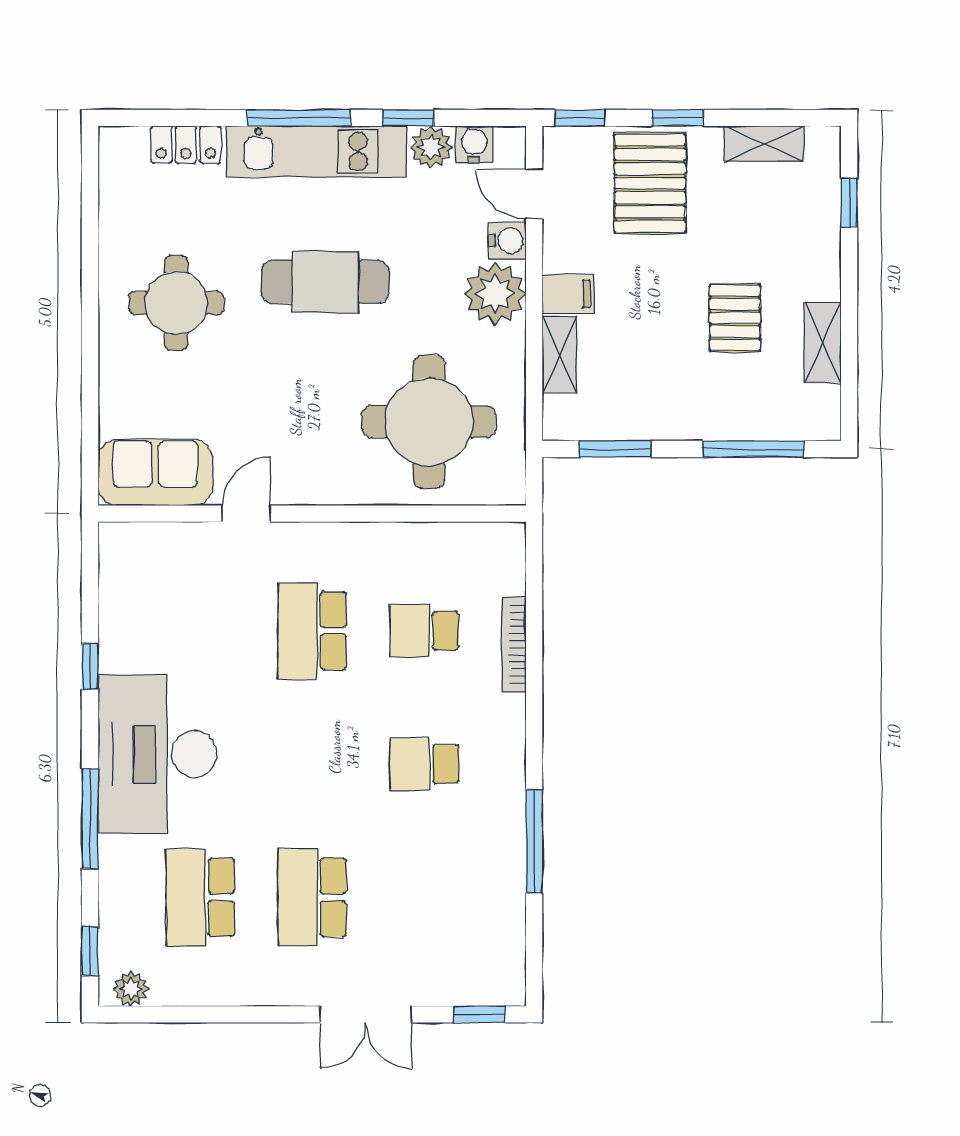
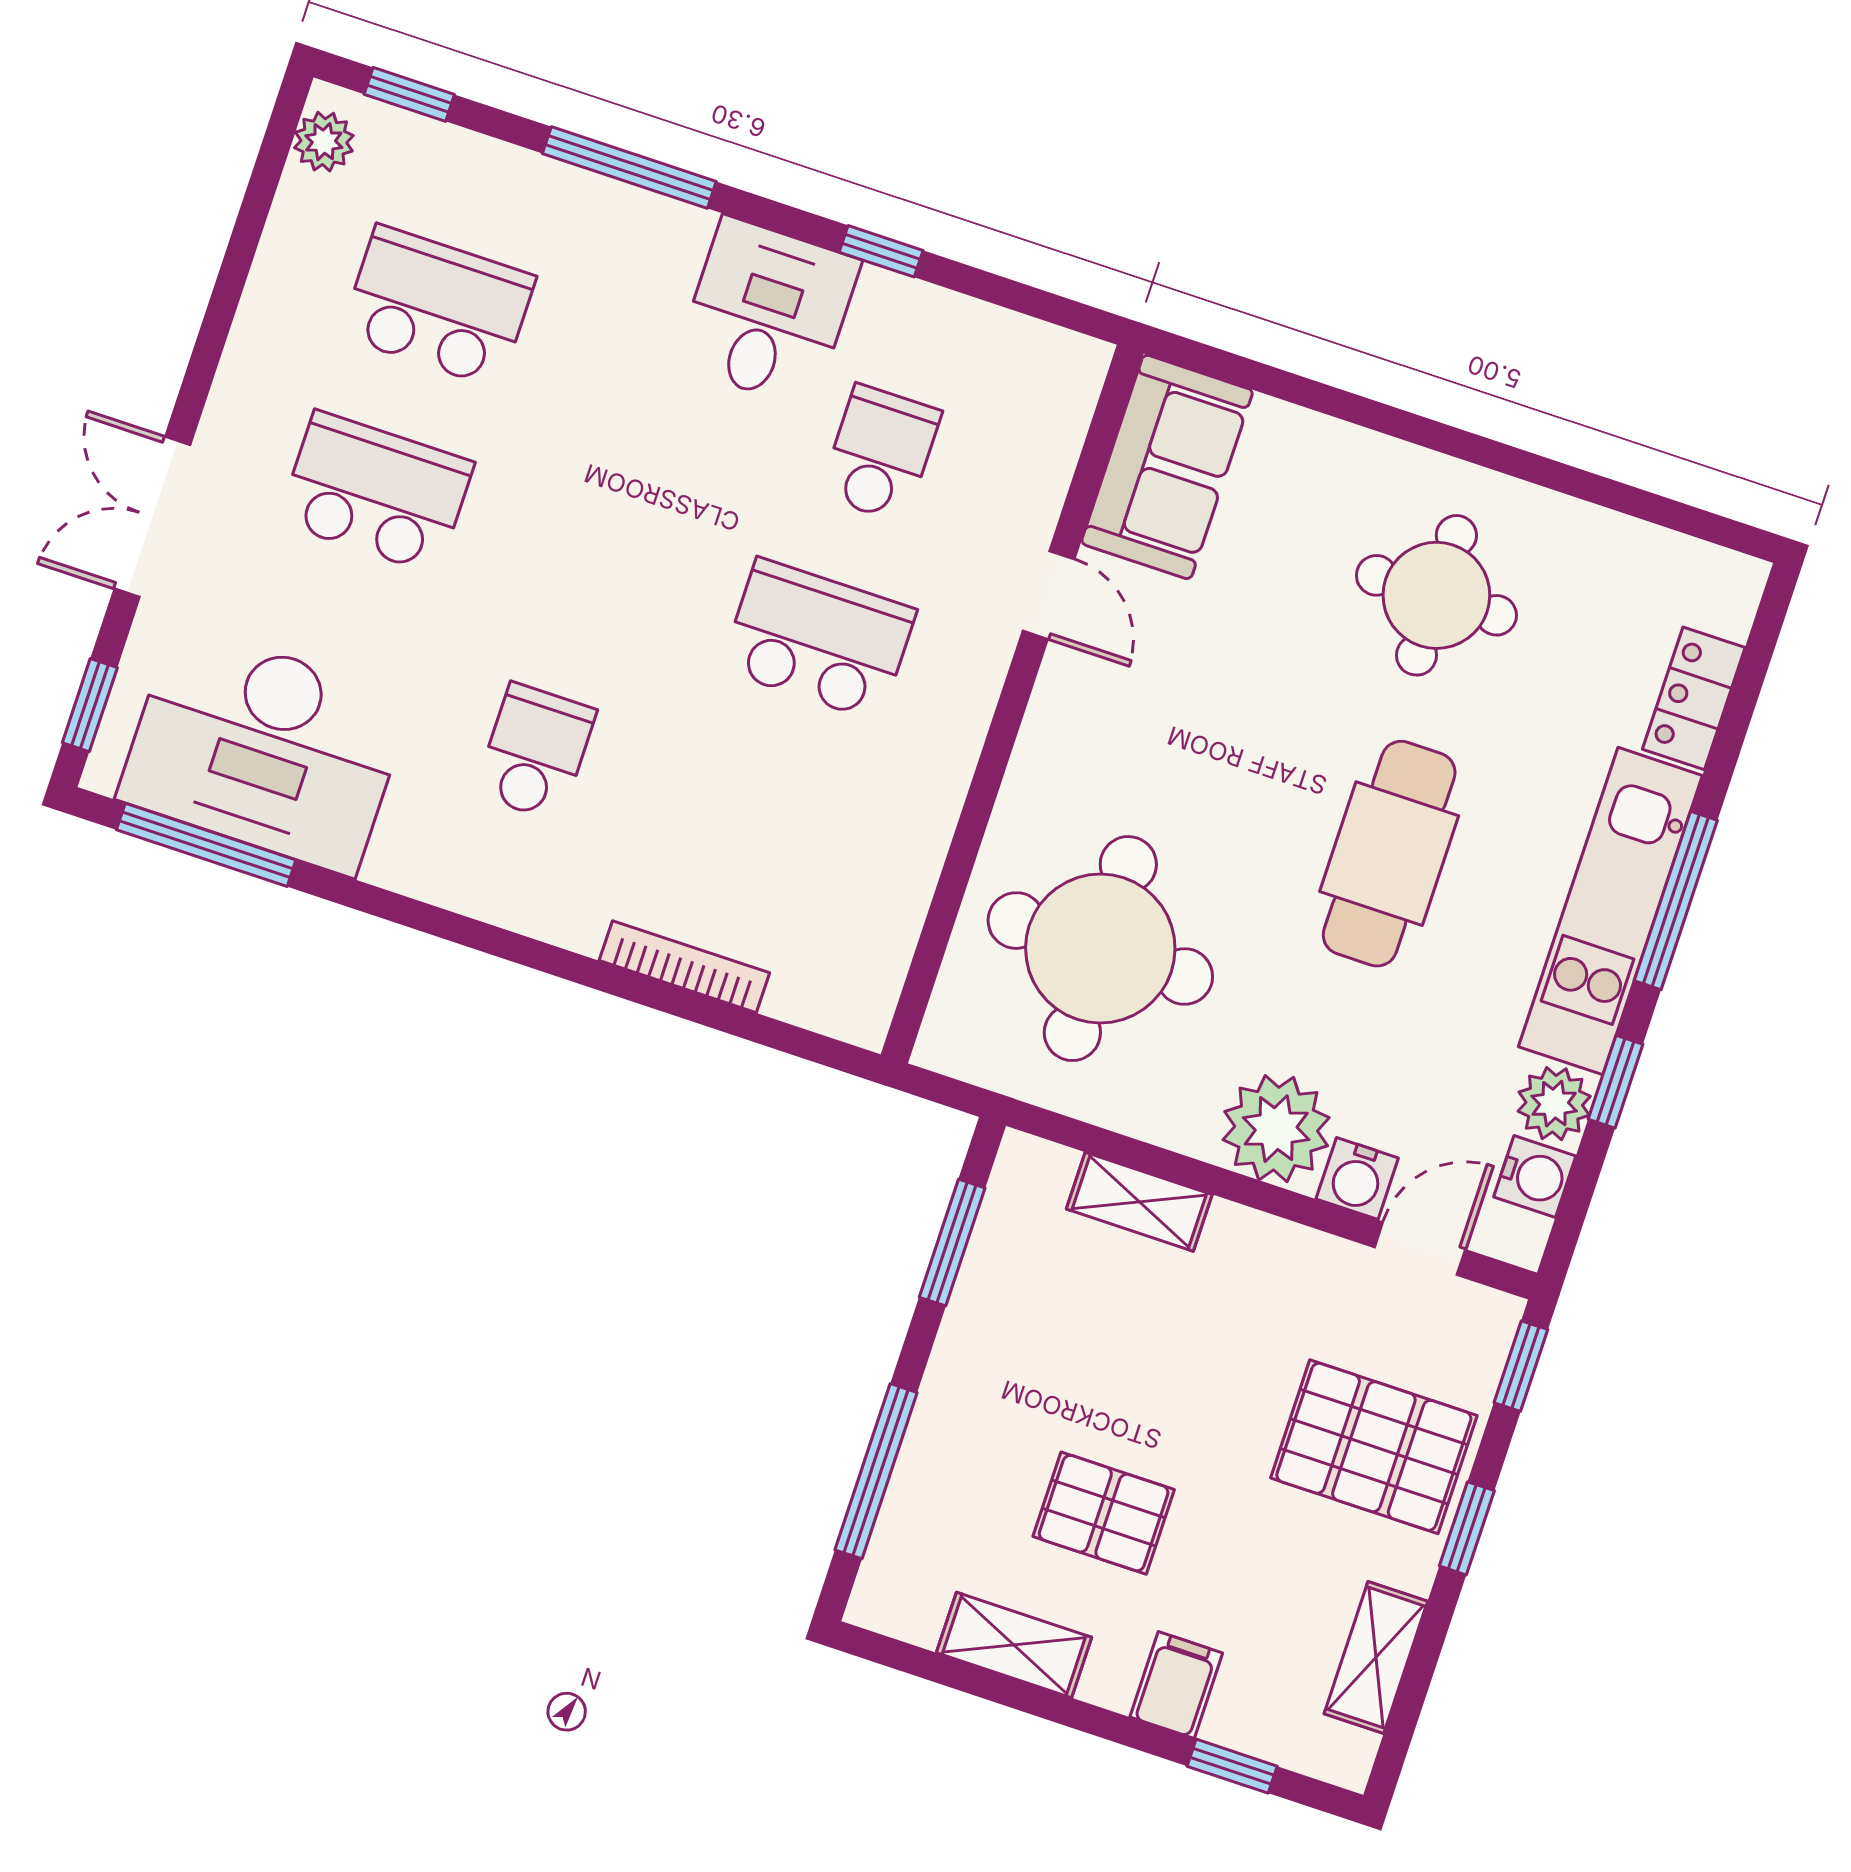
filing cabinet: (568, 294) -> (1176, 1685), moved, turned 180
school desk: (424, 631) -> (880, 453), moved
desk: (157, 754) -> (768, 313), width x0.53, depth x0.77
window: (534, 842) -> (206, 845), moved
desk: (472, 912) -> (265, 749), added

